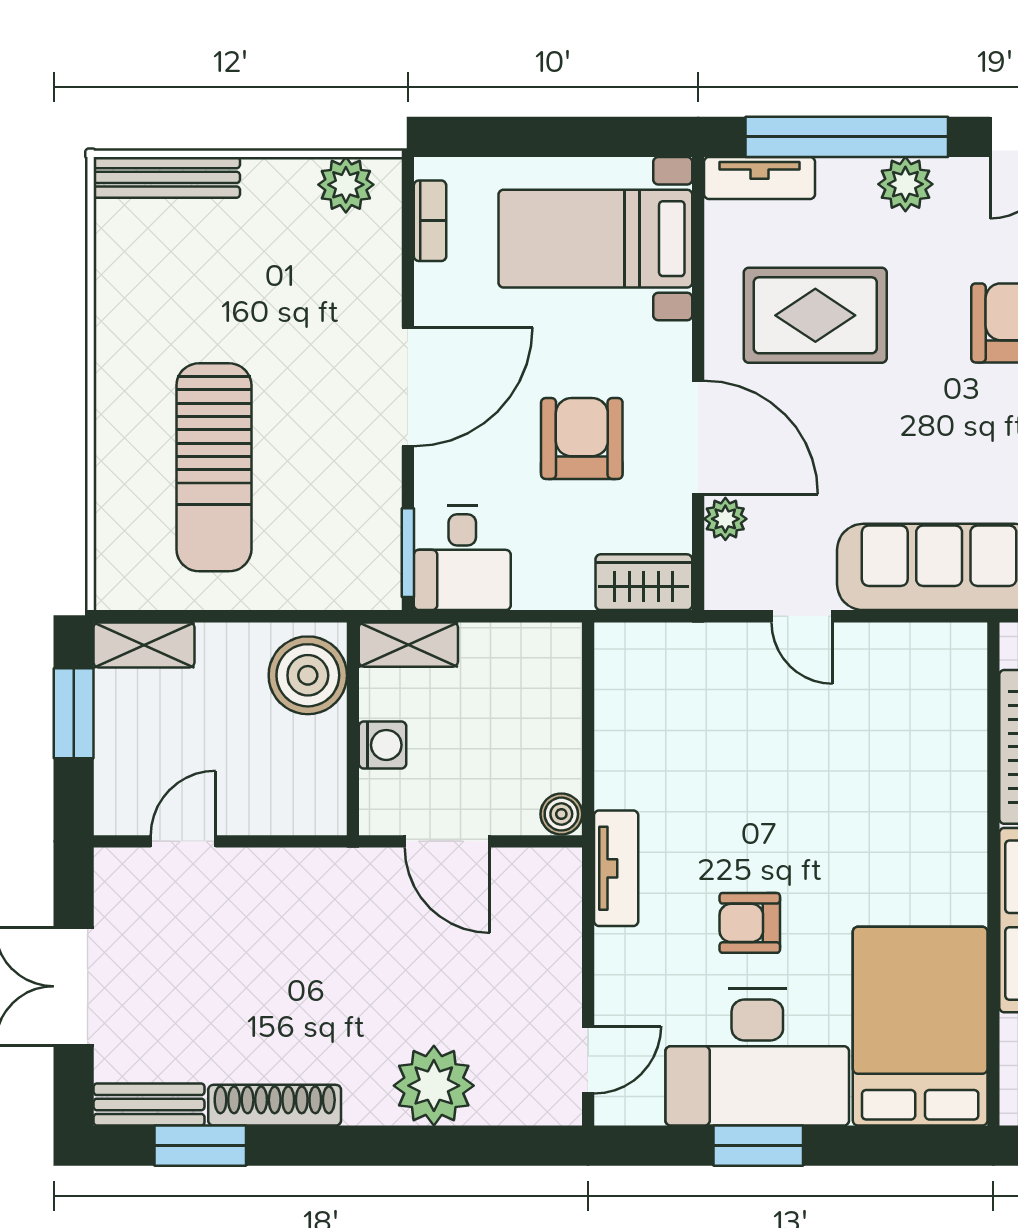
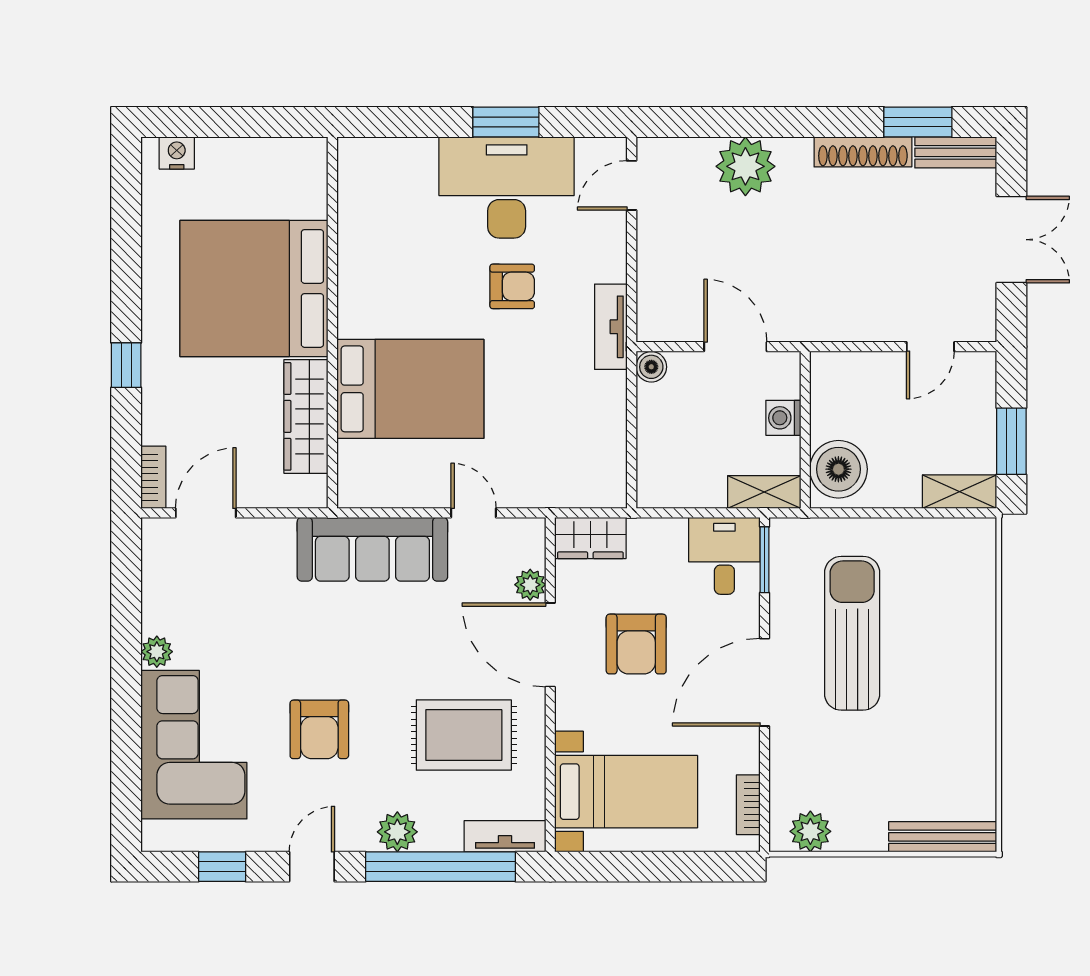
sun lounger: (214, 467) -> (852, 633), moved
bed: (920, 1026) -> (410, 389), moved, turned -90

